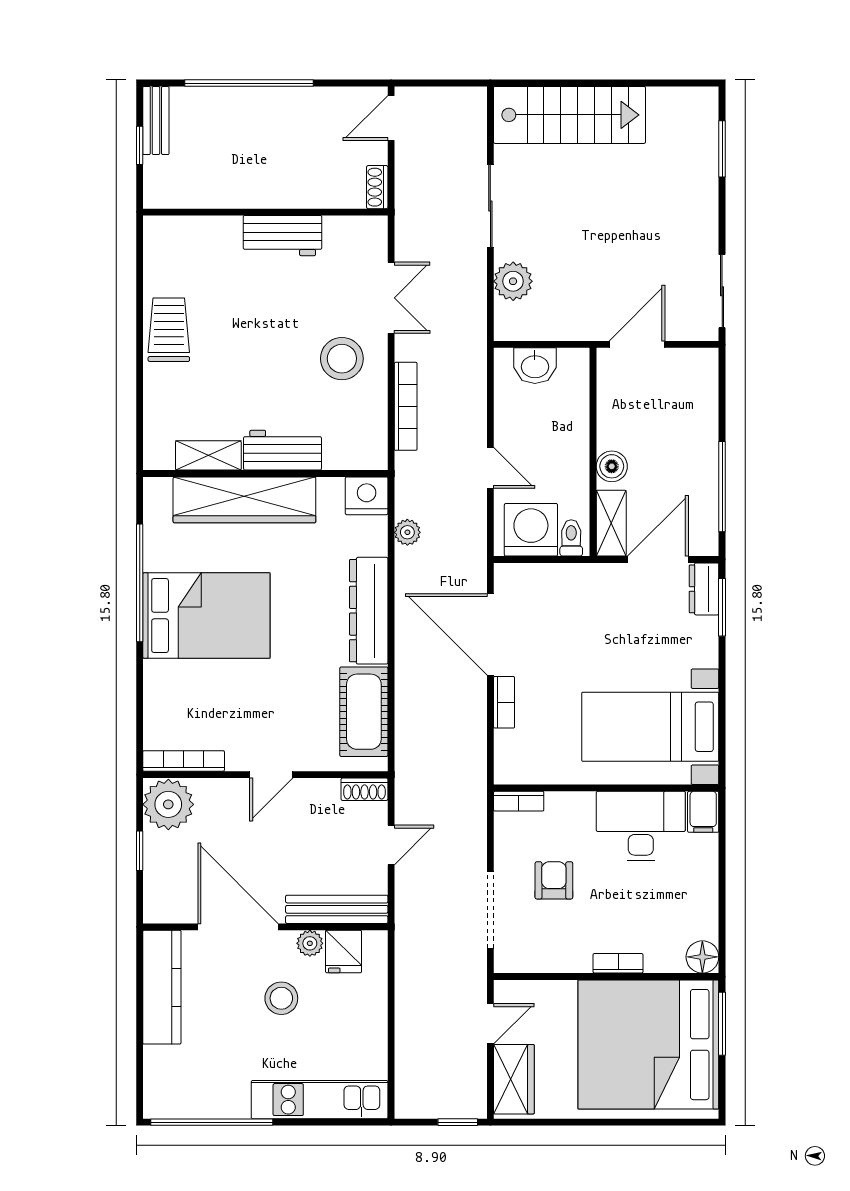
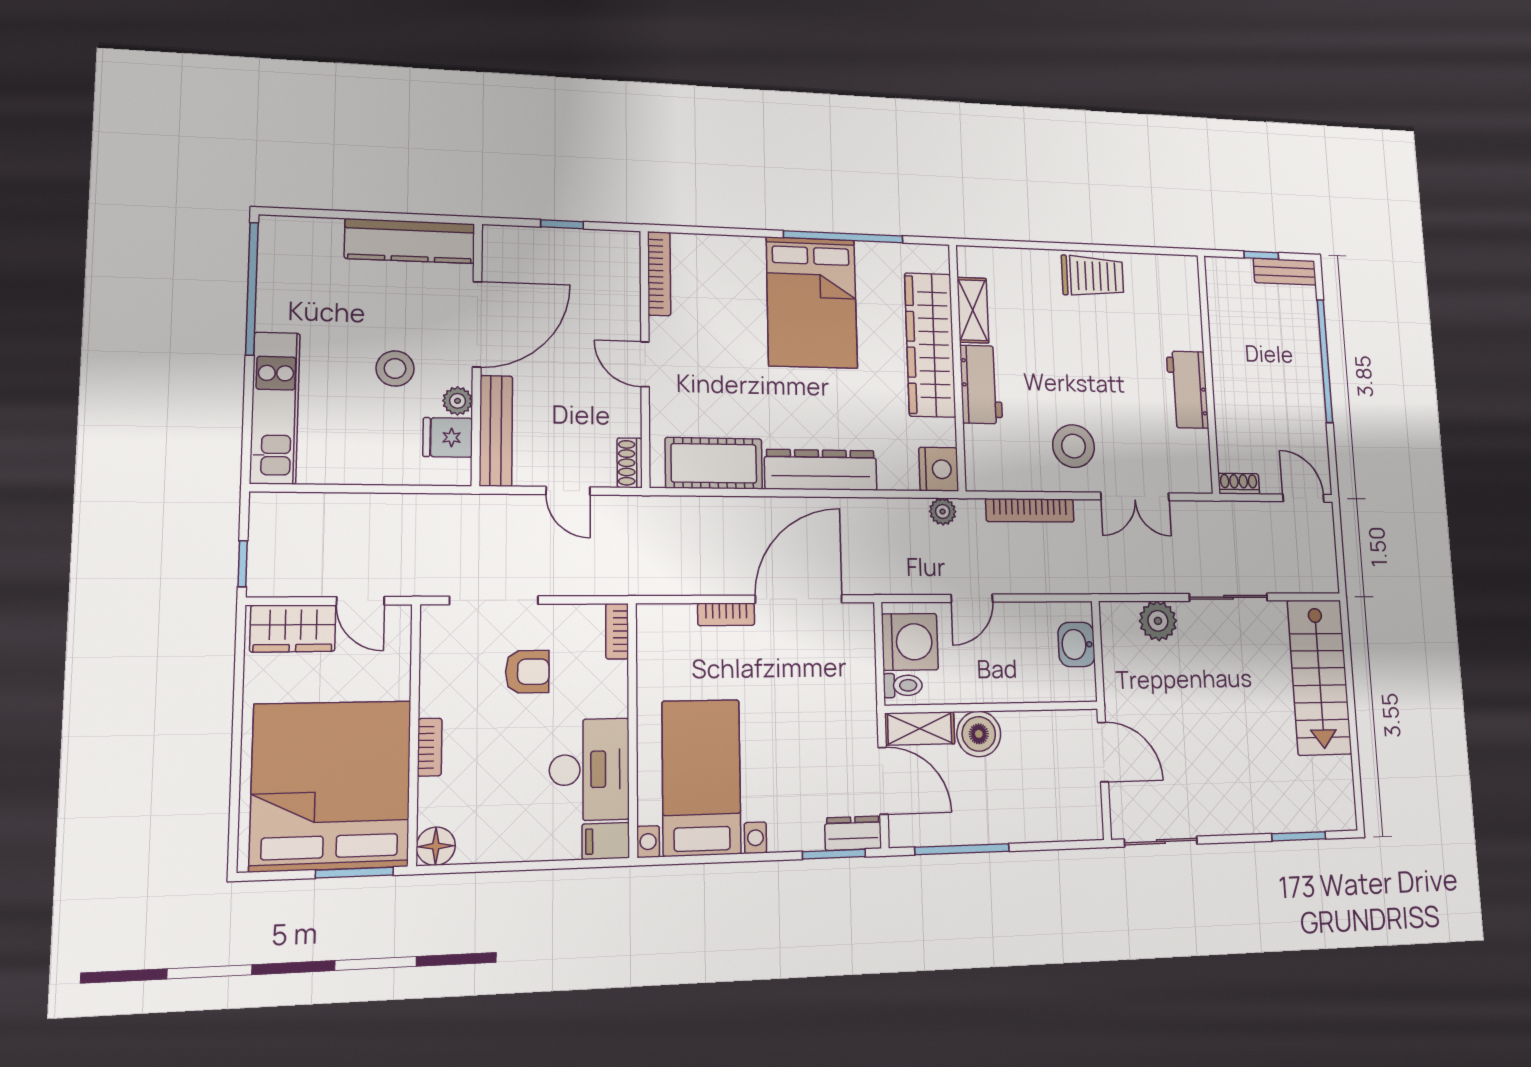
boiler: (612, 466) -> (979, 734), width x1.36, depth x1.36
plant: (407, 532) -> (943, 511), moved
plant: (168, 804) -> (612, 256), removed

